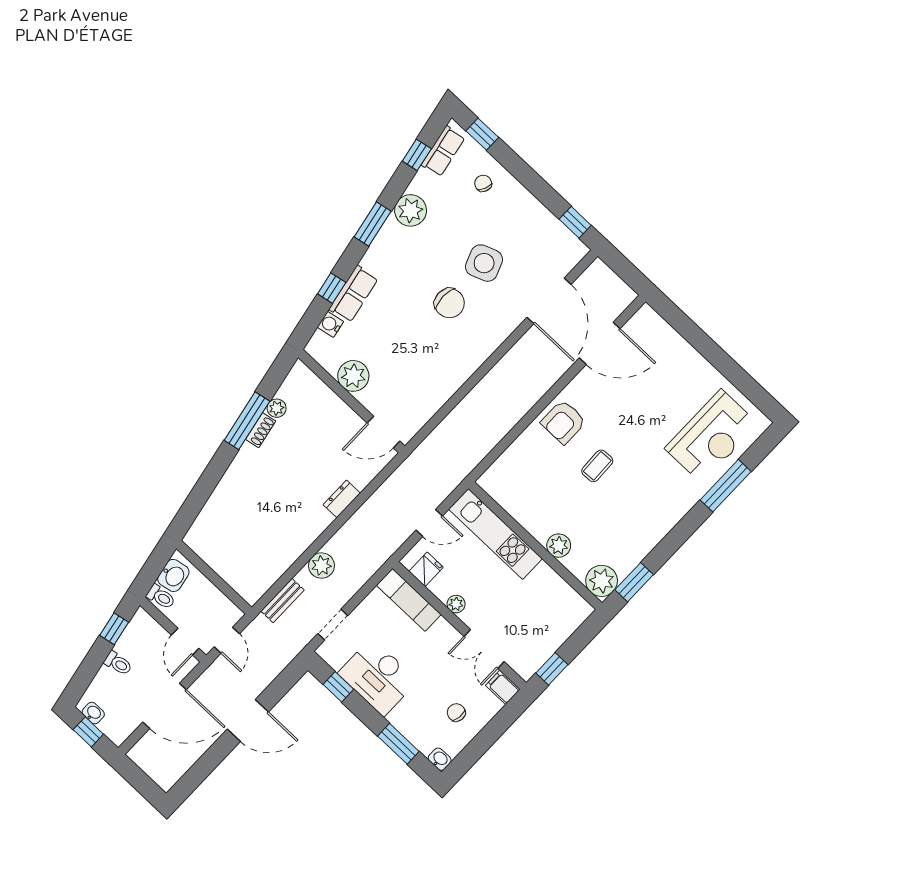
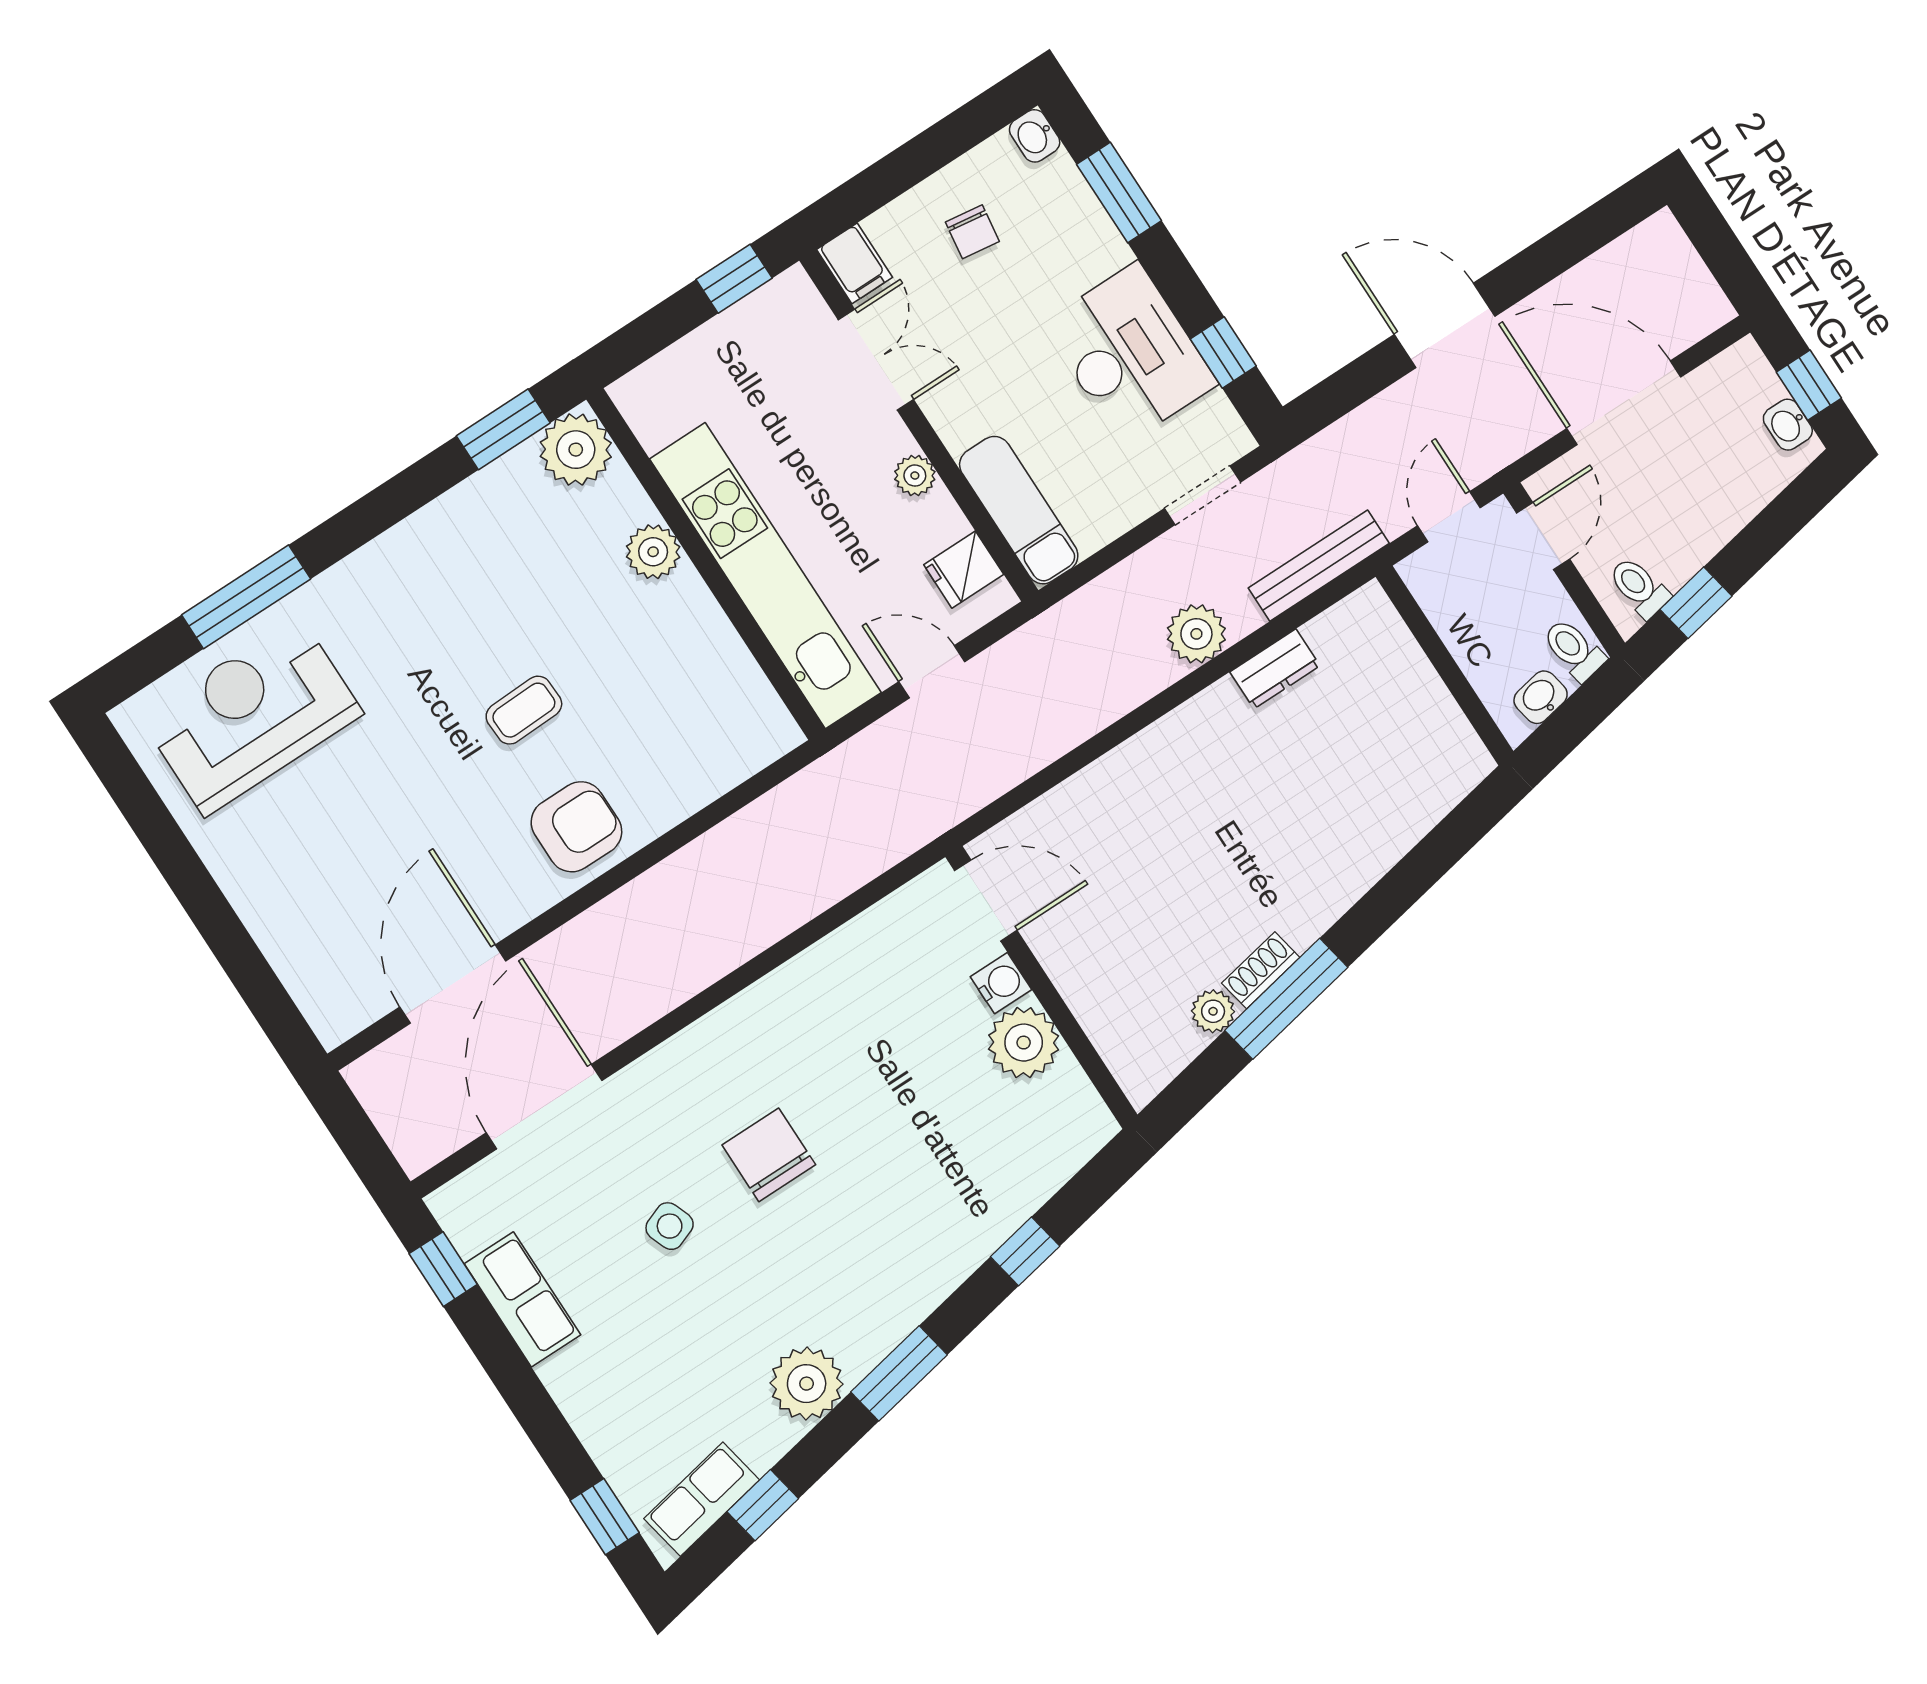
chair: (483, 183) -> (629, 1406), removed
side table: (484, 263) -> (670, 1226), width x0.54, depth x0.54
row of seats: (354, 294) -> (522, 1299), moved, turned 101
water cooler: (330, 324) -> (1001, 983), moved, turned -79
door: (600, 343) -> (453, 984), hinge flipped
dresser: (342, 499) -> (1275, 669), moved
kitchen unit: (495, 534) -> (765, 576), width x1.36
washbasin: (173, 575) -> (1541, 697), width x0.72, depth x0.69
bench: (282, 601) -> (1319, 566), width x1.36
toilet: (118, 663) -> (1639, 587), moved

